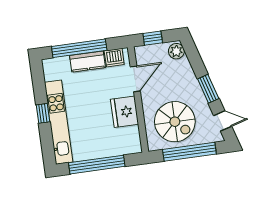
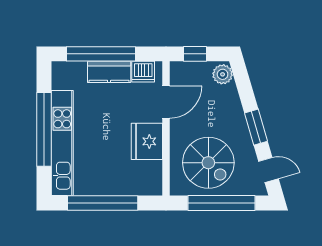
window: (43, 113) -> (44, 129), width x3.17

